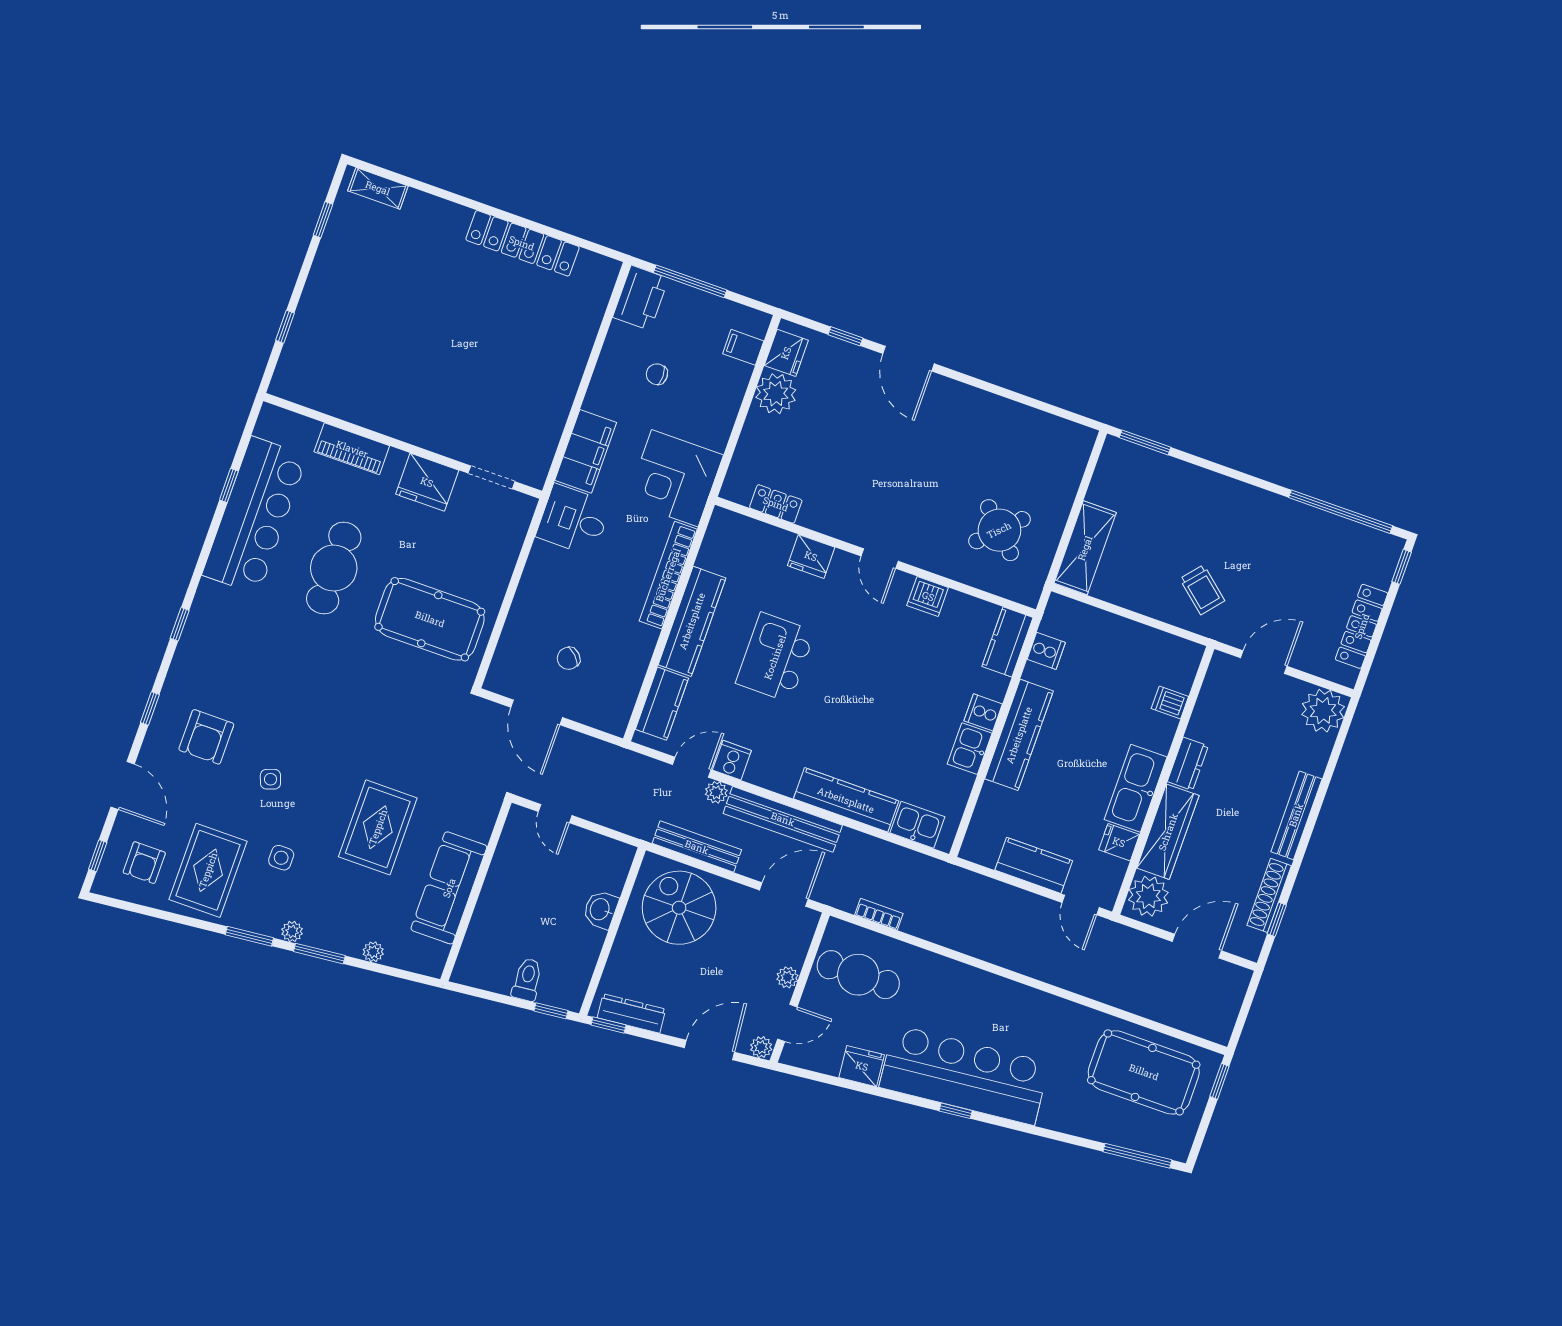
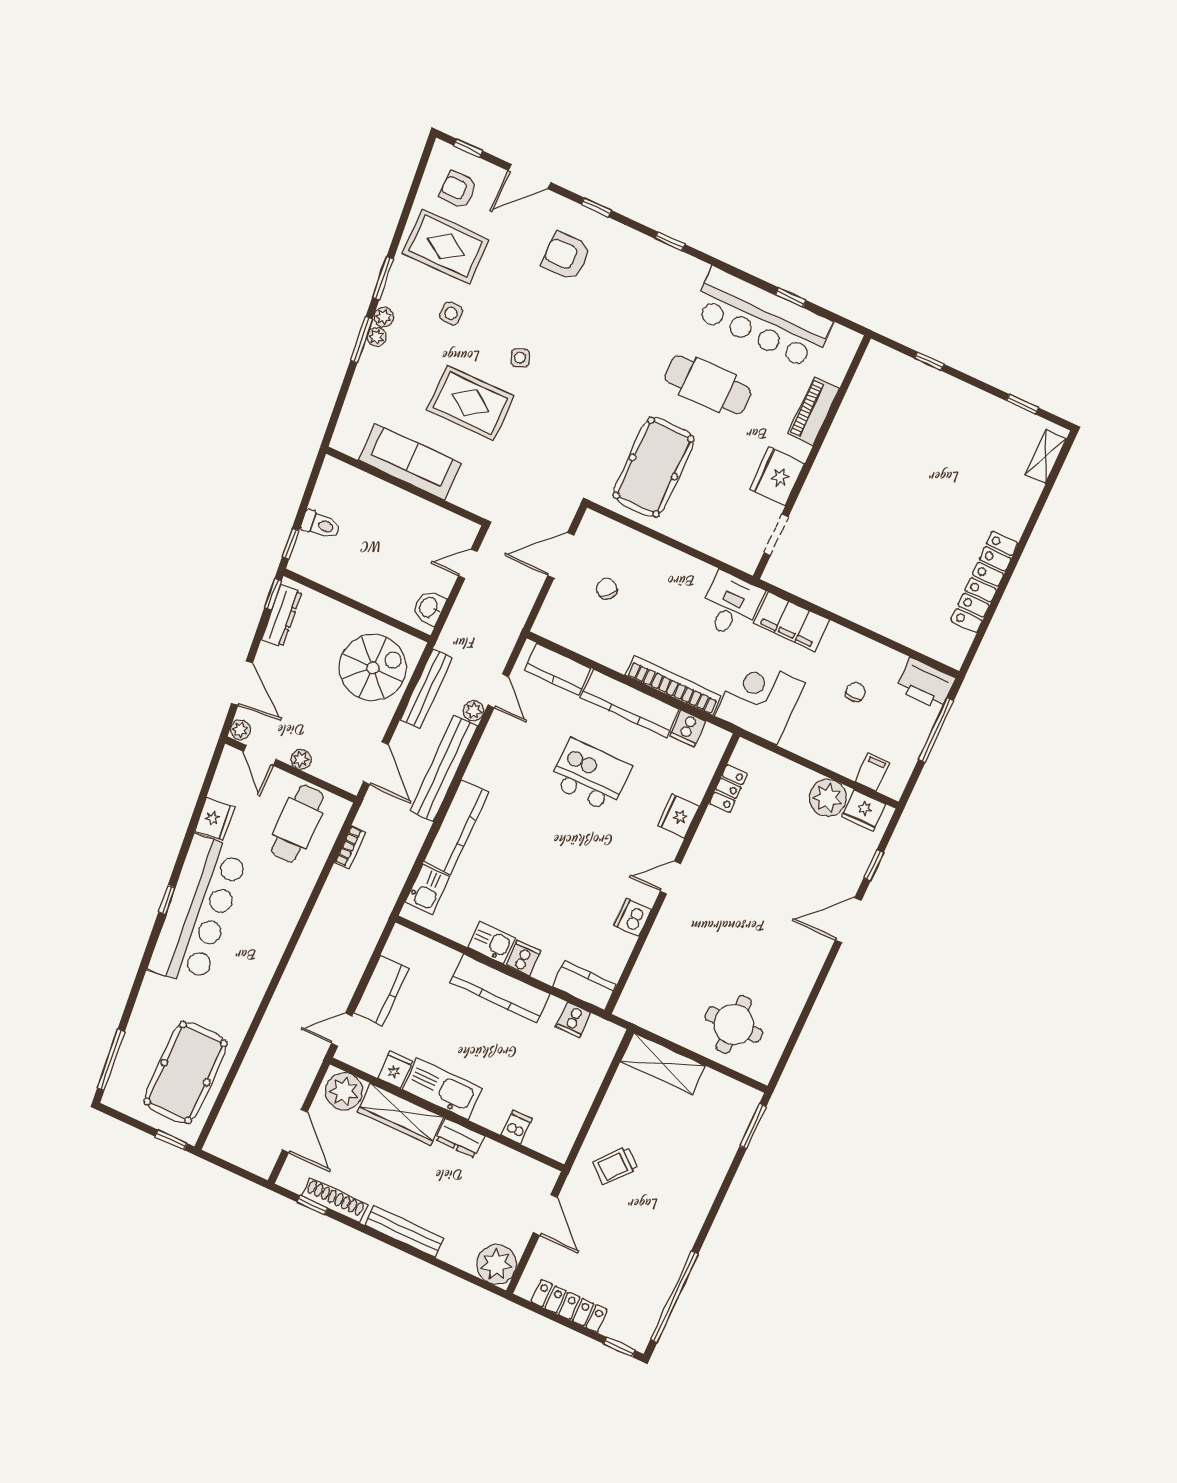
round table: (999, 530) -> (734, 1025), moved, turned 45
cooker: (732, 760) -> (688, 728), moved, turned 90
side table: (270, 779) -> (520, 358), moved
washbasin: (600, 910) -> (429, 607), moved, turned -90
plant: (373, 952) -> (377, 337), moved

